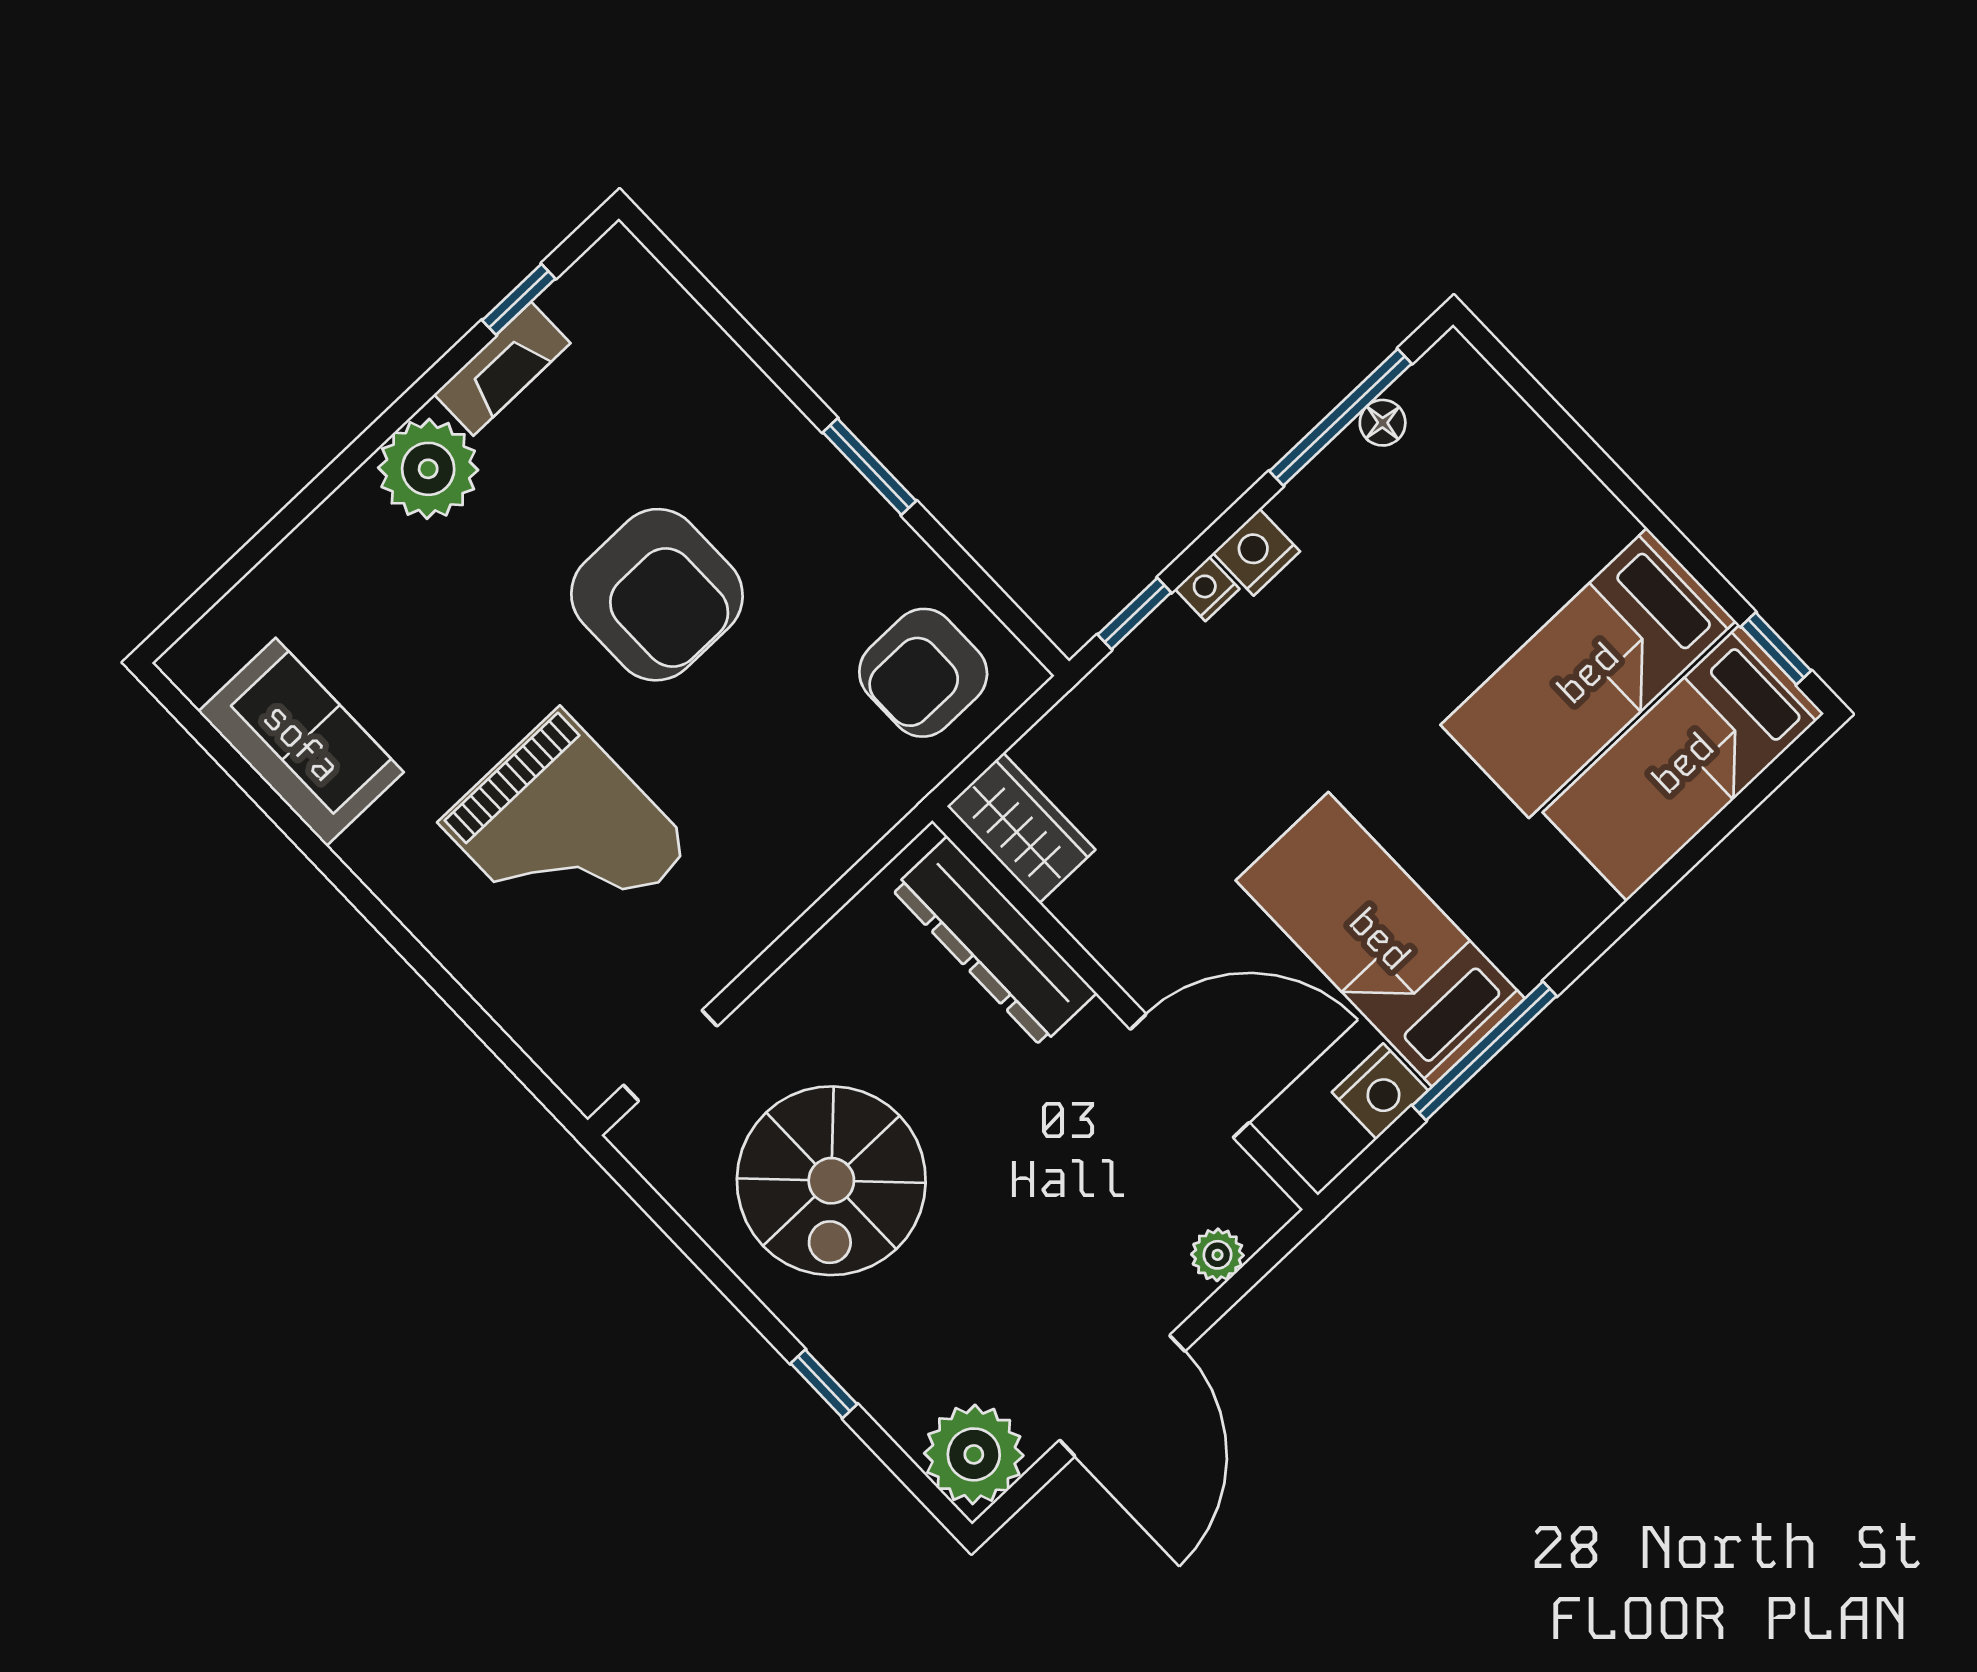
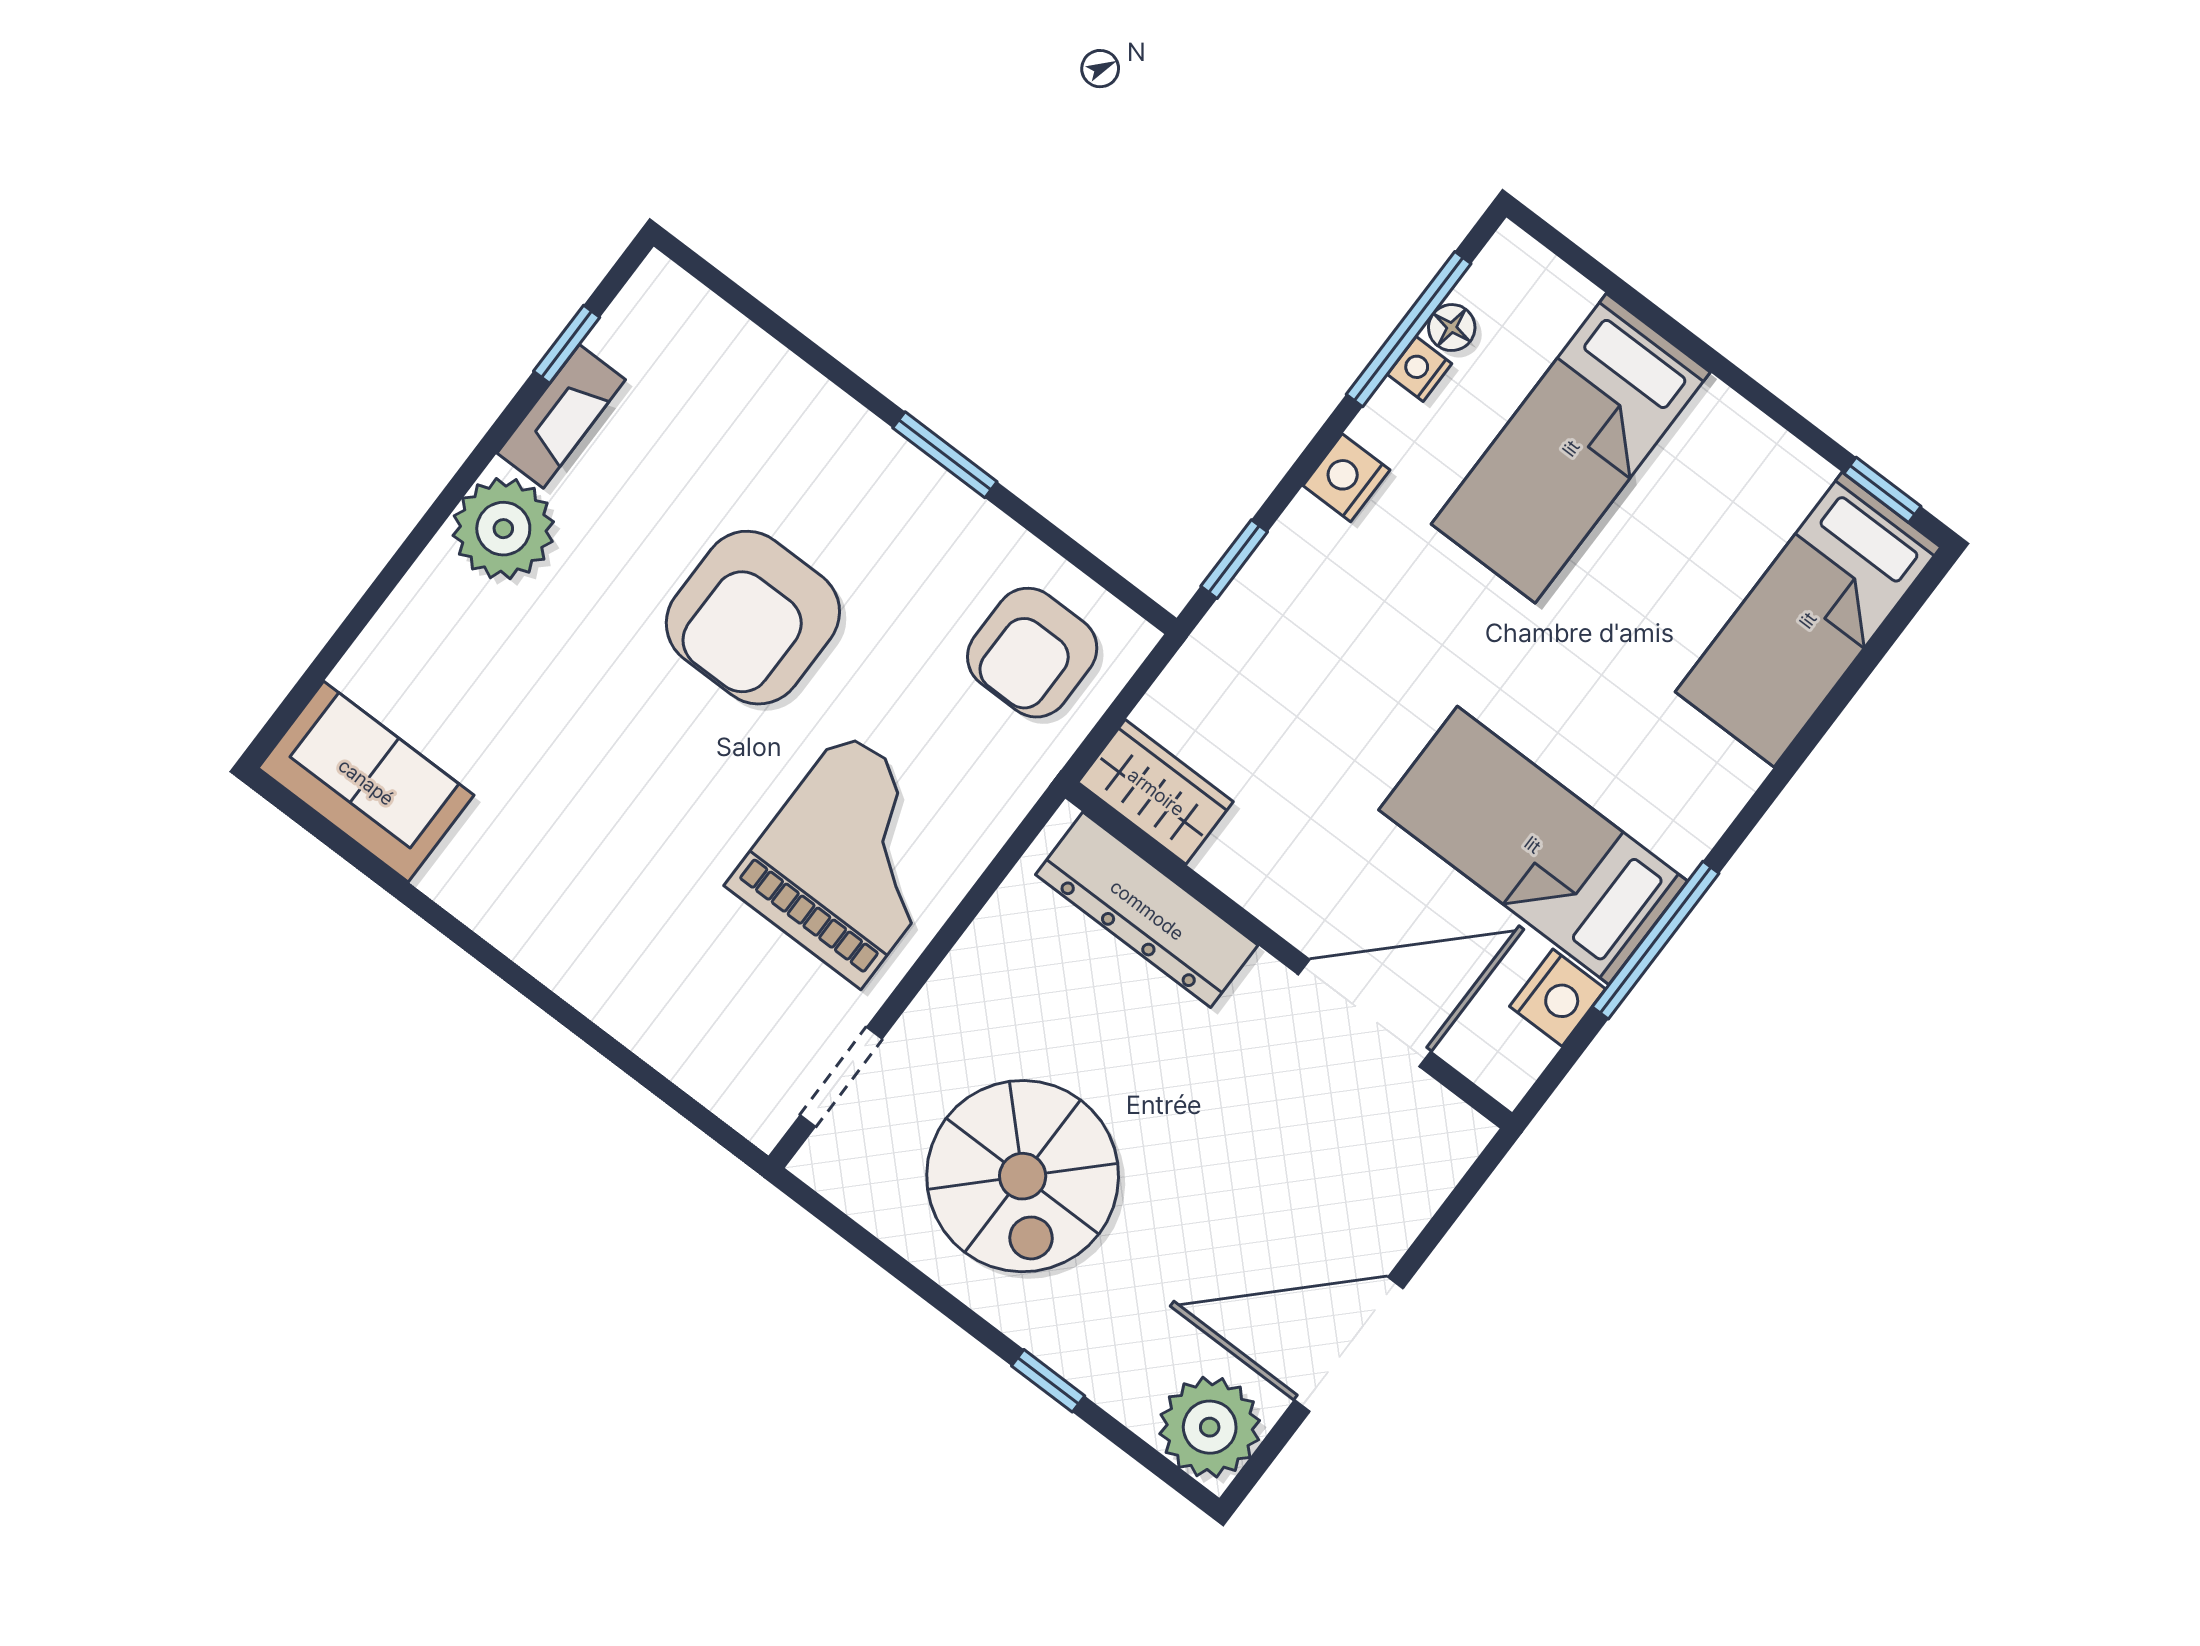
nightstand: (1207, 589) -> (1420, 369), moved
armchair: (657, 595) -> (753, 618), turned 90
bed: (1588, 673) -> (1571, 448), moved
sofa: (301, 742) -> (366, 782), moved
grand piano: (566, 835) -> (852, 859), moved, turned -90
plant: (1217, 1255) -> (1421, 1188), removed
door: (1122, 1396) -> (1349, 1344), swing flipped

